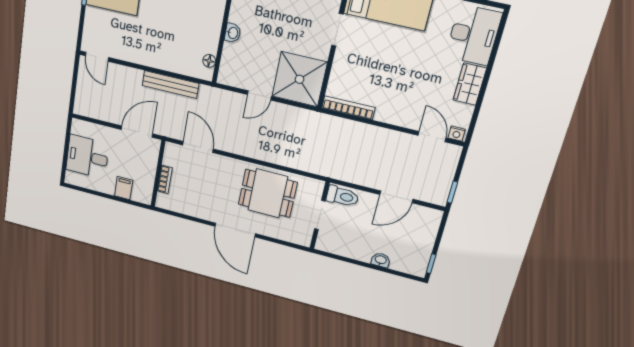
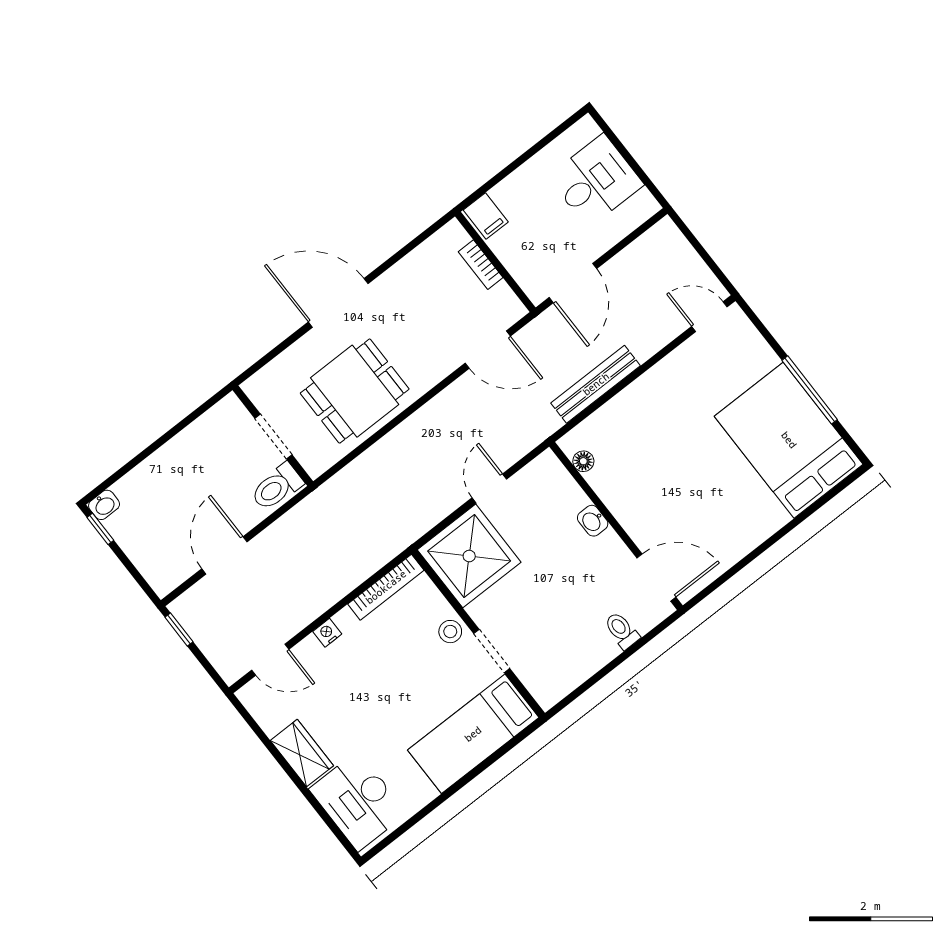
stool: (345, 59) -> (450, 632), added
nightstand: (457, 134) -> (327, 633), moved
filing cabinet: (124, 188) -> (486, 216), moved
washbasin: (381, 260) -> (104, 505), moved

